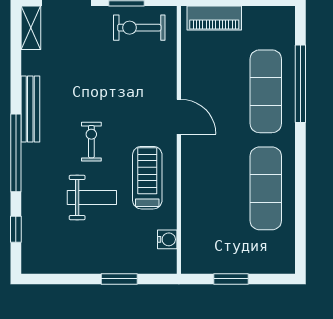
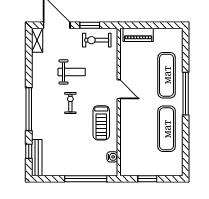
window: (300, 84) -> (186, 94), moved
bench: (30, 109) -> (37, 158), moved
treadmill: (147, 178) -> (101, 123), turned 180
weight bench: (92, 198) -> (72, 72), moved
window: (119, 279) -> (86, 179), width x2.11

